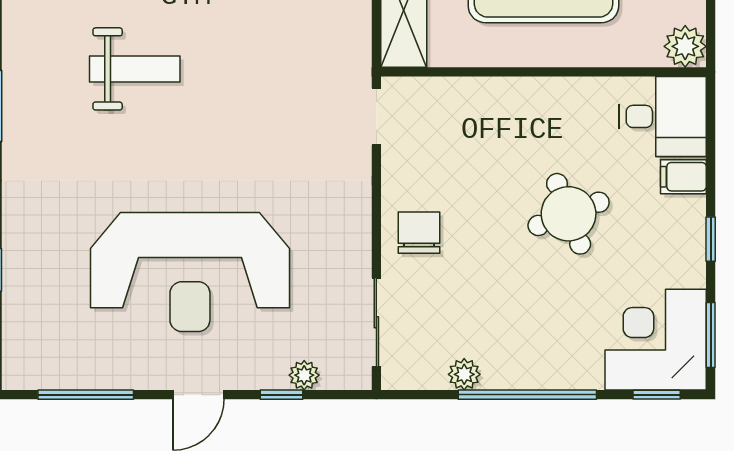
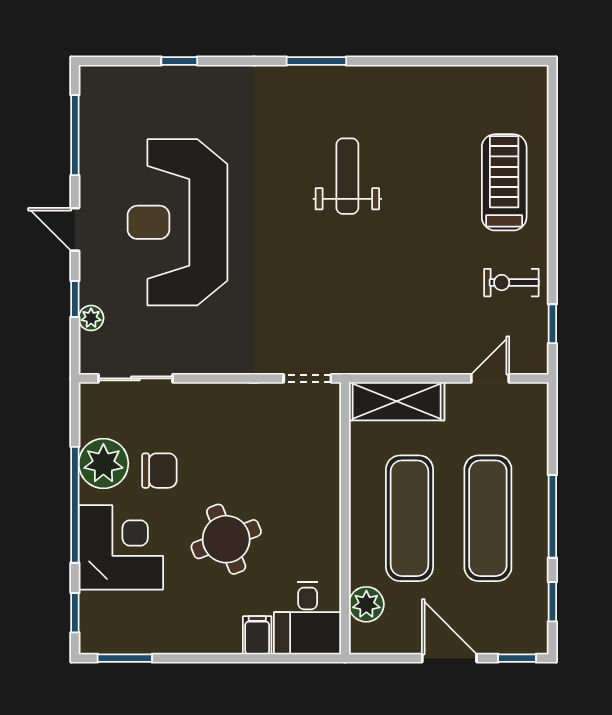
plant: (685, 46) -> (366, 604), moved
weight bench: (135, 69) -> (347, 176), turned 180
chair: (419, 233) -> (159, 471), moved
window: (711, 239) -> (205, 658), removed
corner desk: (656, 340) -> (121, 547), moved
plant: (464, 374) -> (103, 463), width x1.88, depth x1.88

